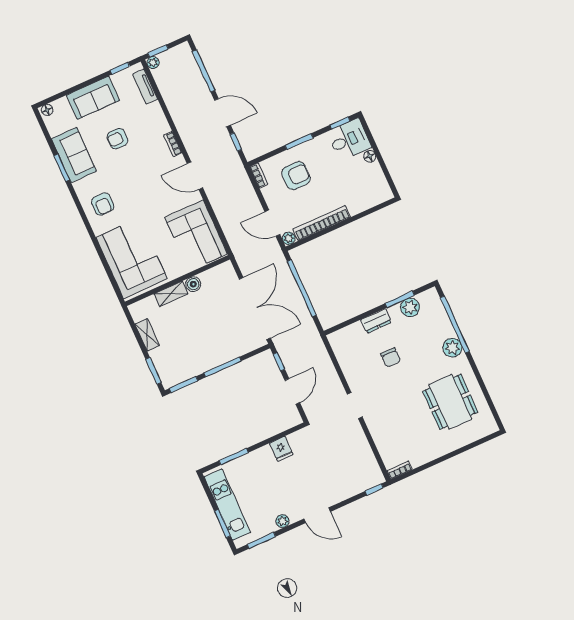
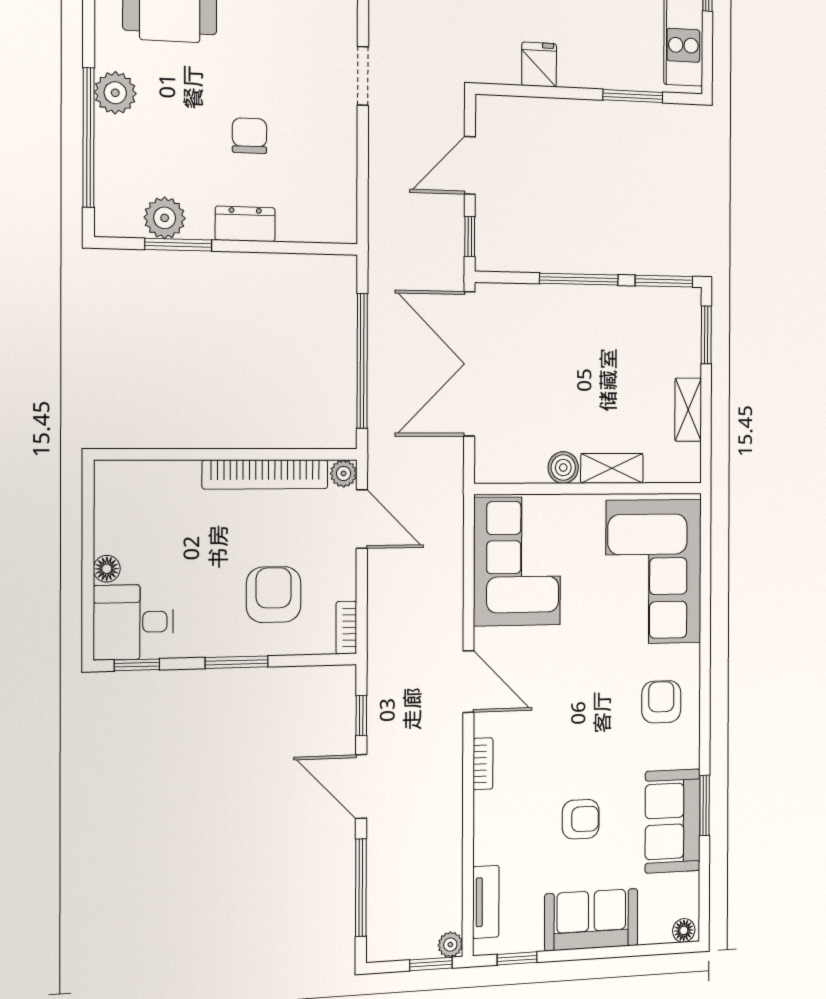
armchair: (296, 176) -> (274, 595), turned 90

